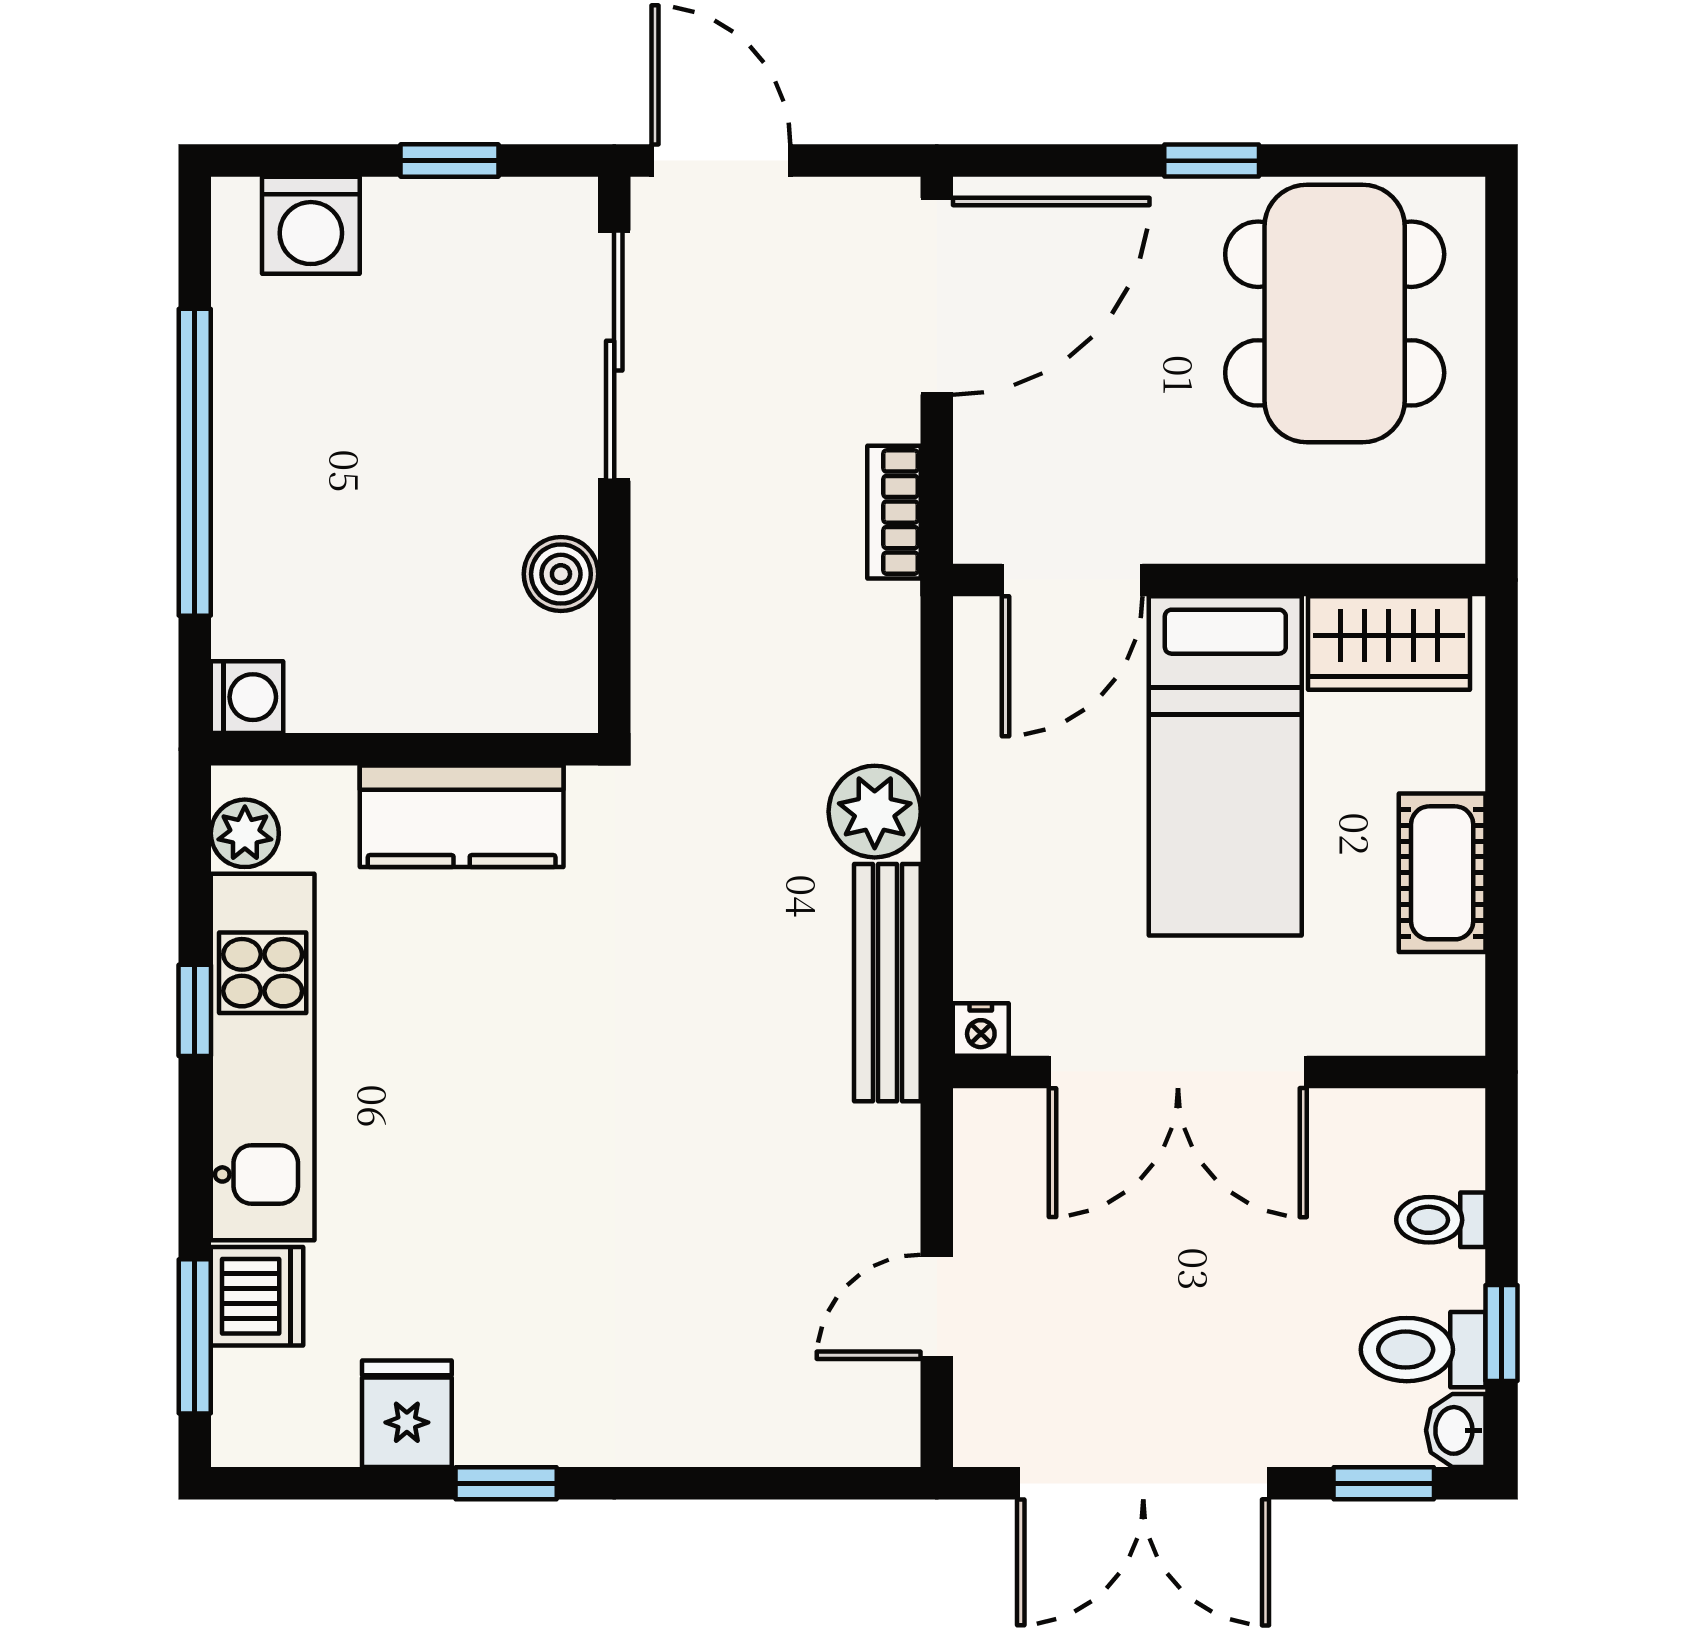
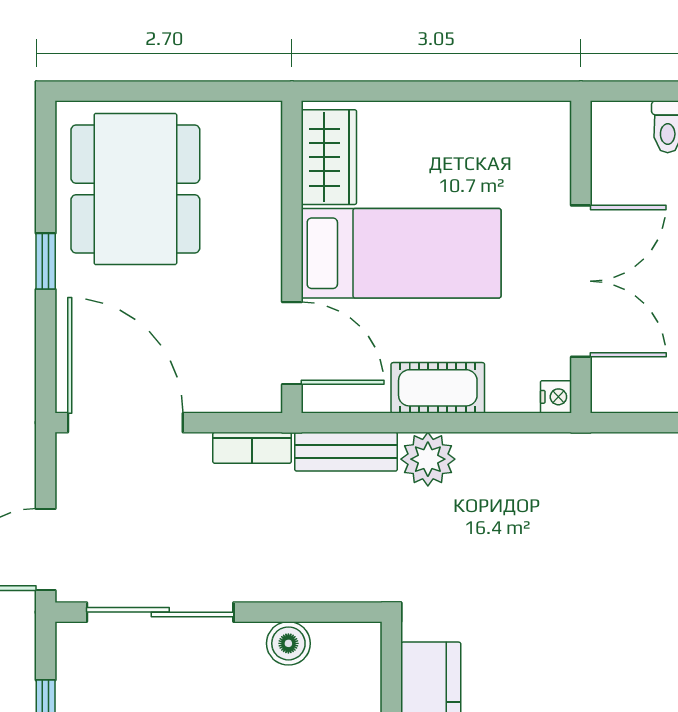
dining table: (1335, 314) -> (135, 189), turned 90
cot: (1442, 873) -> (438, 388), moved
bench: (887, 983) -> (346, 452), moved, width x0.73

